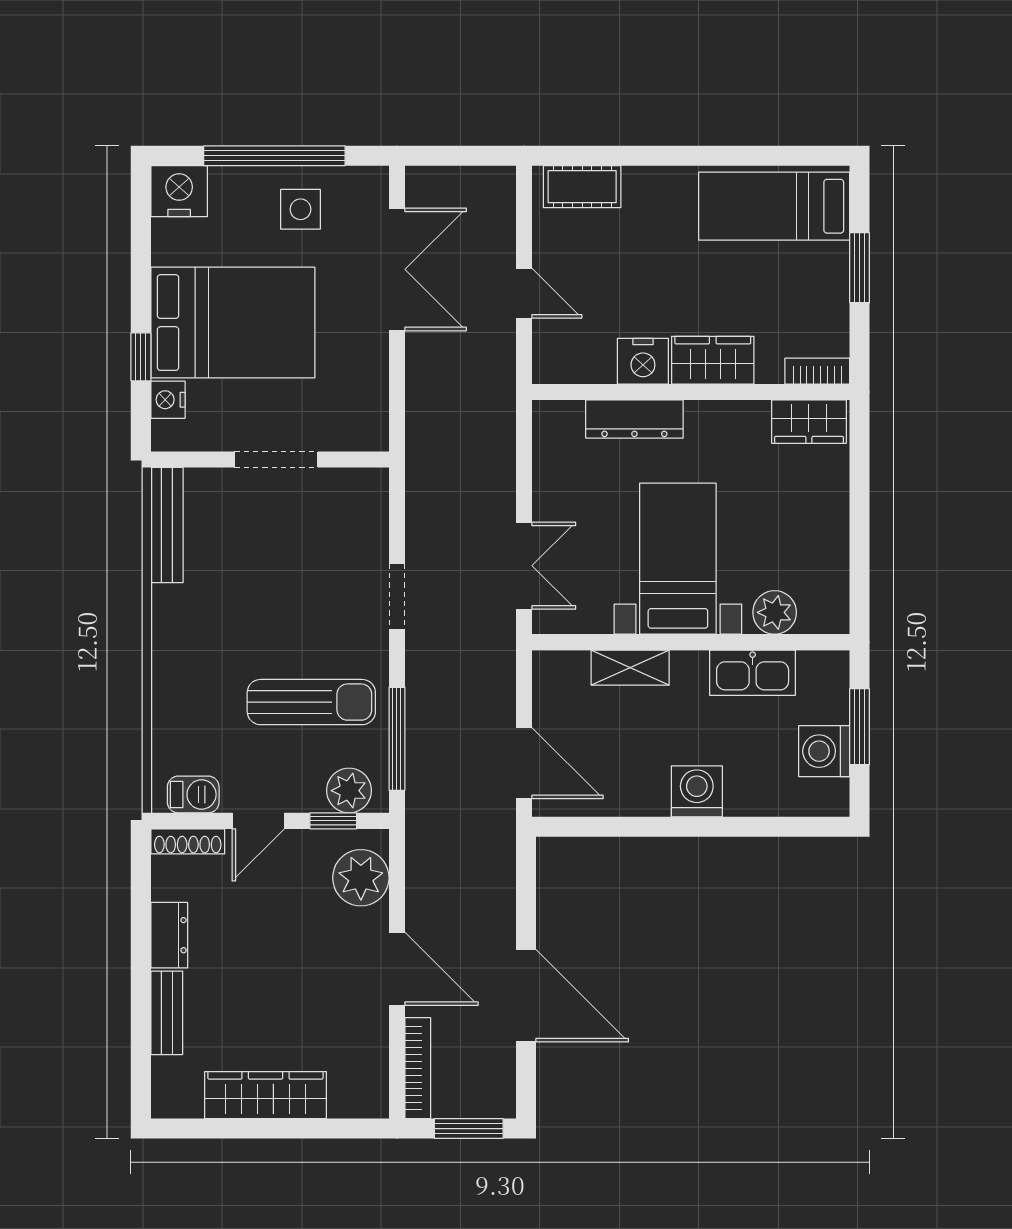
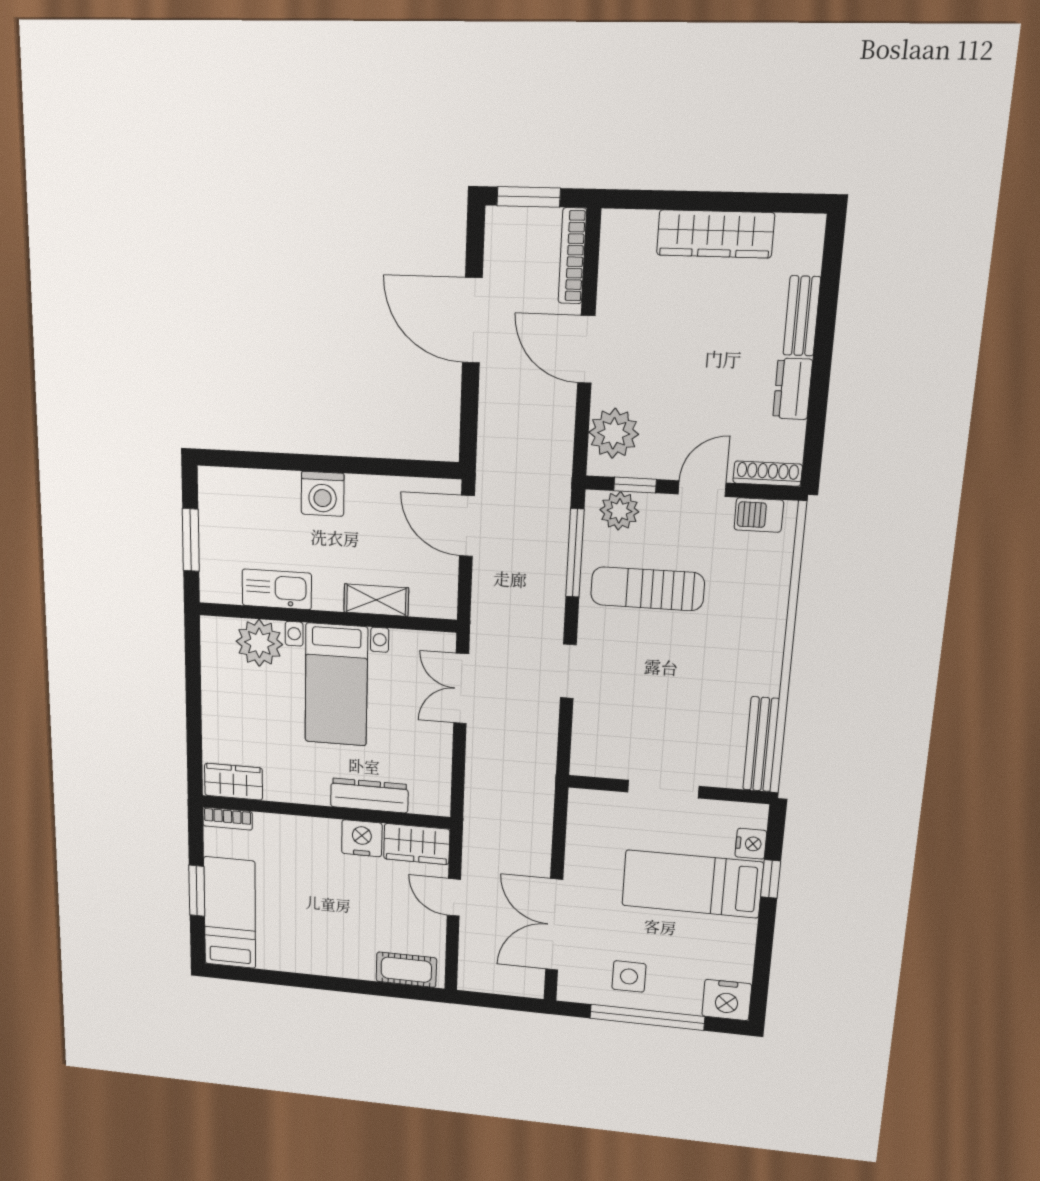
bed: (774, 206) -> (230, 913), moved, turned -90
bed: (233, 323) -> (692, 884), width x0.67
wardrobe: (713, 360) -> (417, 844), moved
plant: (775, 612) -> (259, 643), width x1.36, depth x1.36
washing machine: (824, 751) -> (219, 522), removed

